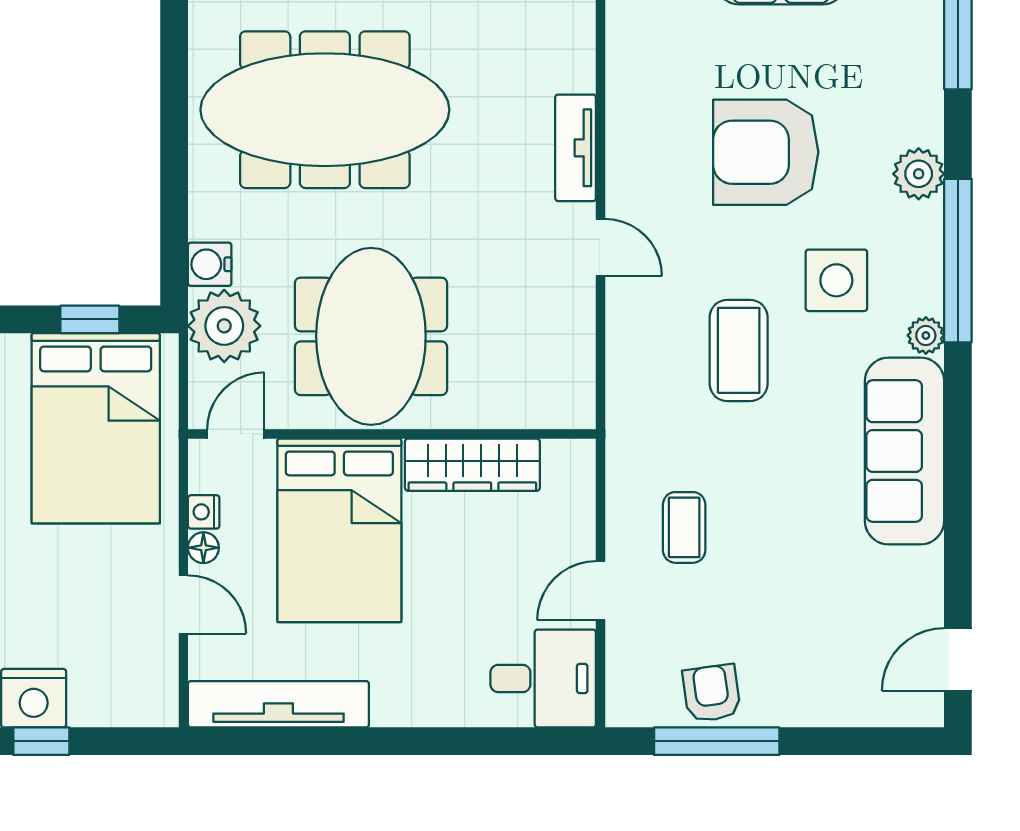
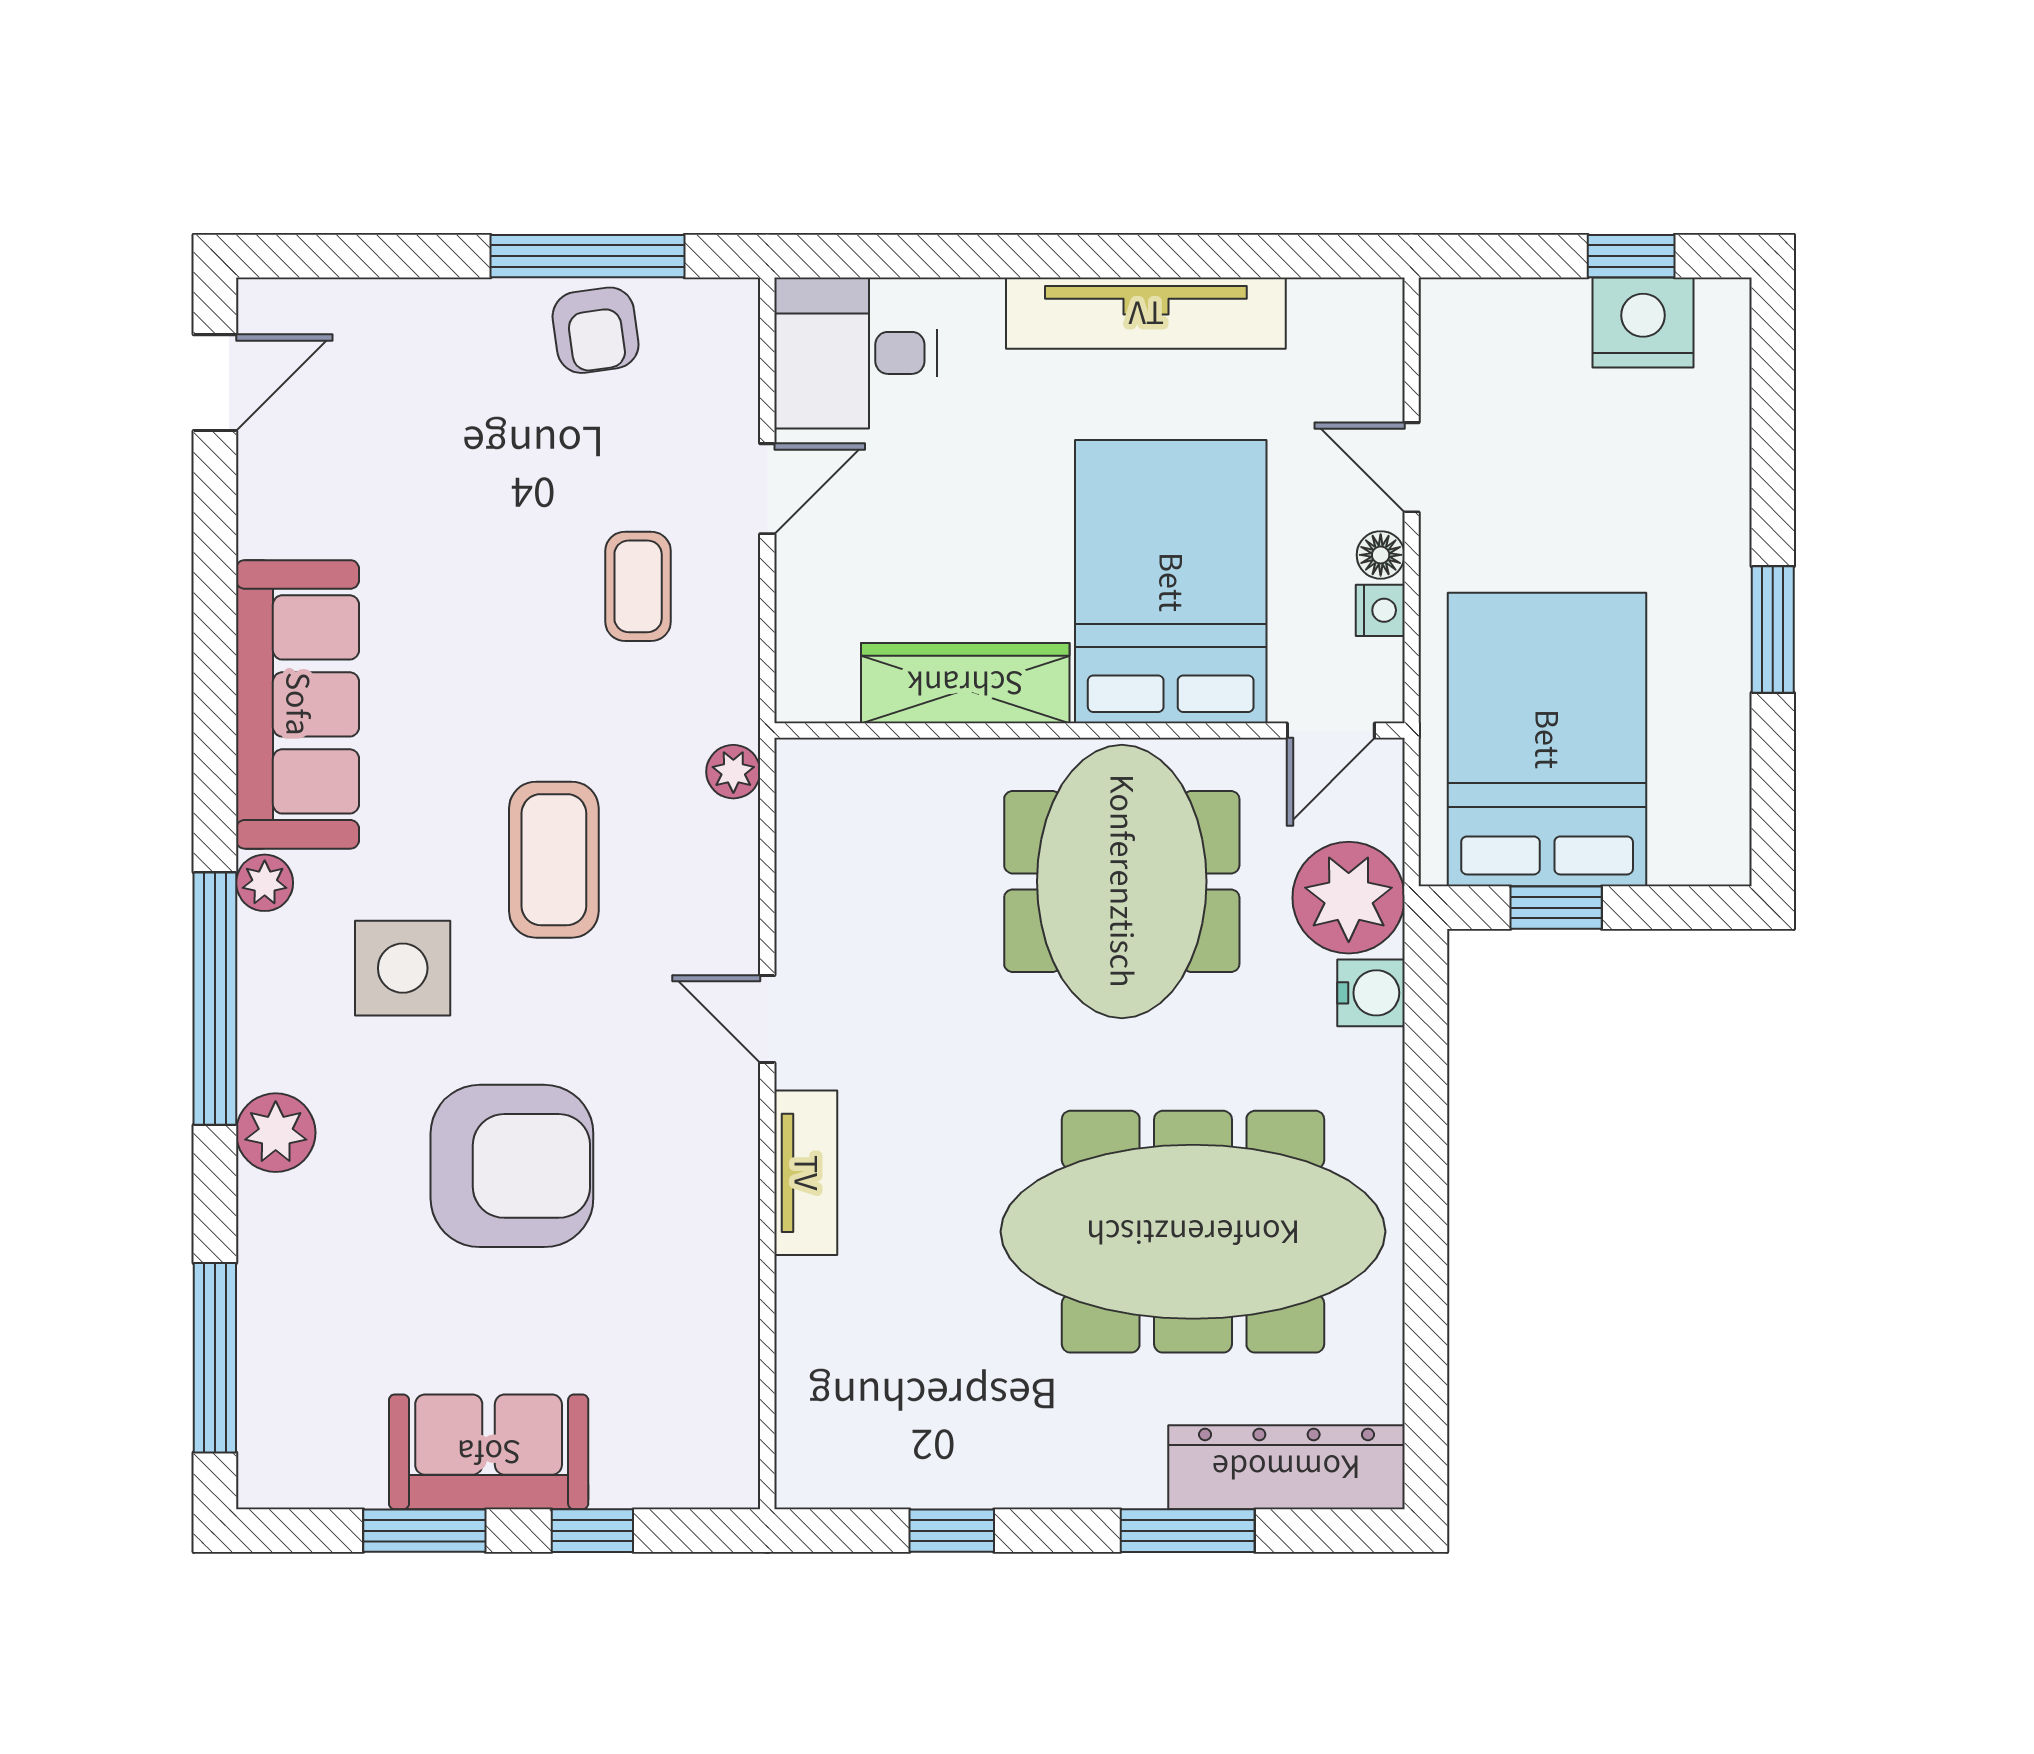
plant: (622, 407) -> (733, 772), added
tv unit: (278, 704) -> (1146, 313), moved

